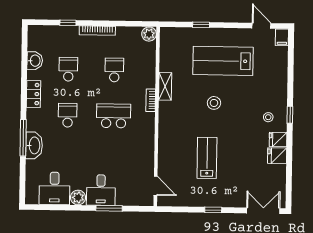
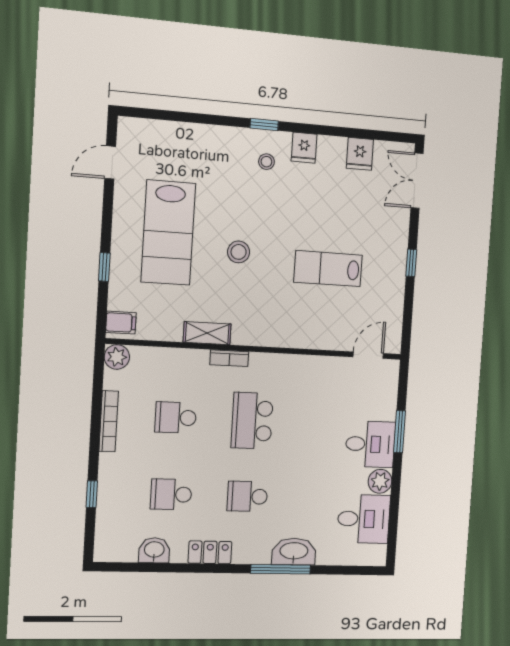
bookcase: (97, 31) -> (109, 421), moved
filing cabinet: (282, 37) -> (121, 323), moved
fridge: (277, 156) -> (360, 154), moved

